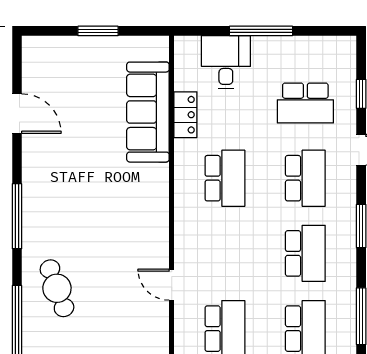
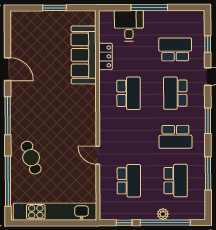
school desk: (305, 103) -> (175, 49), turned 180
door: (17, 114) -> (8, 69), moved
school desk: (305, 178) -> (175, 93), turned 180
school desk: (305, 253) -> (175, 137), turned 90

